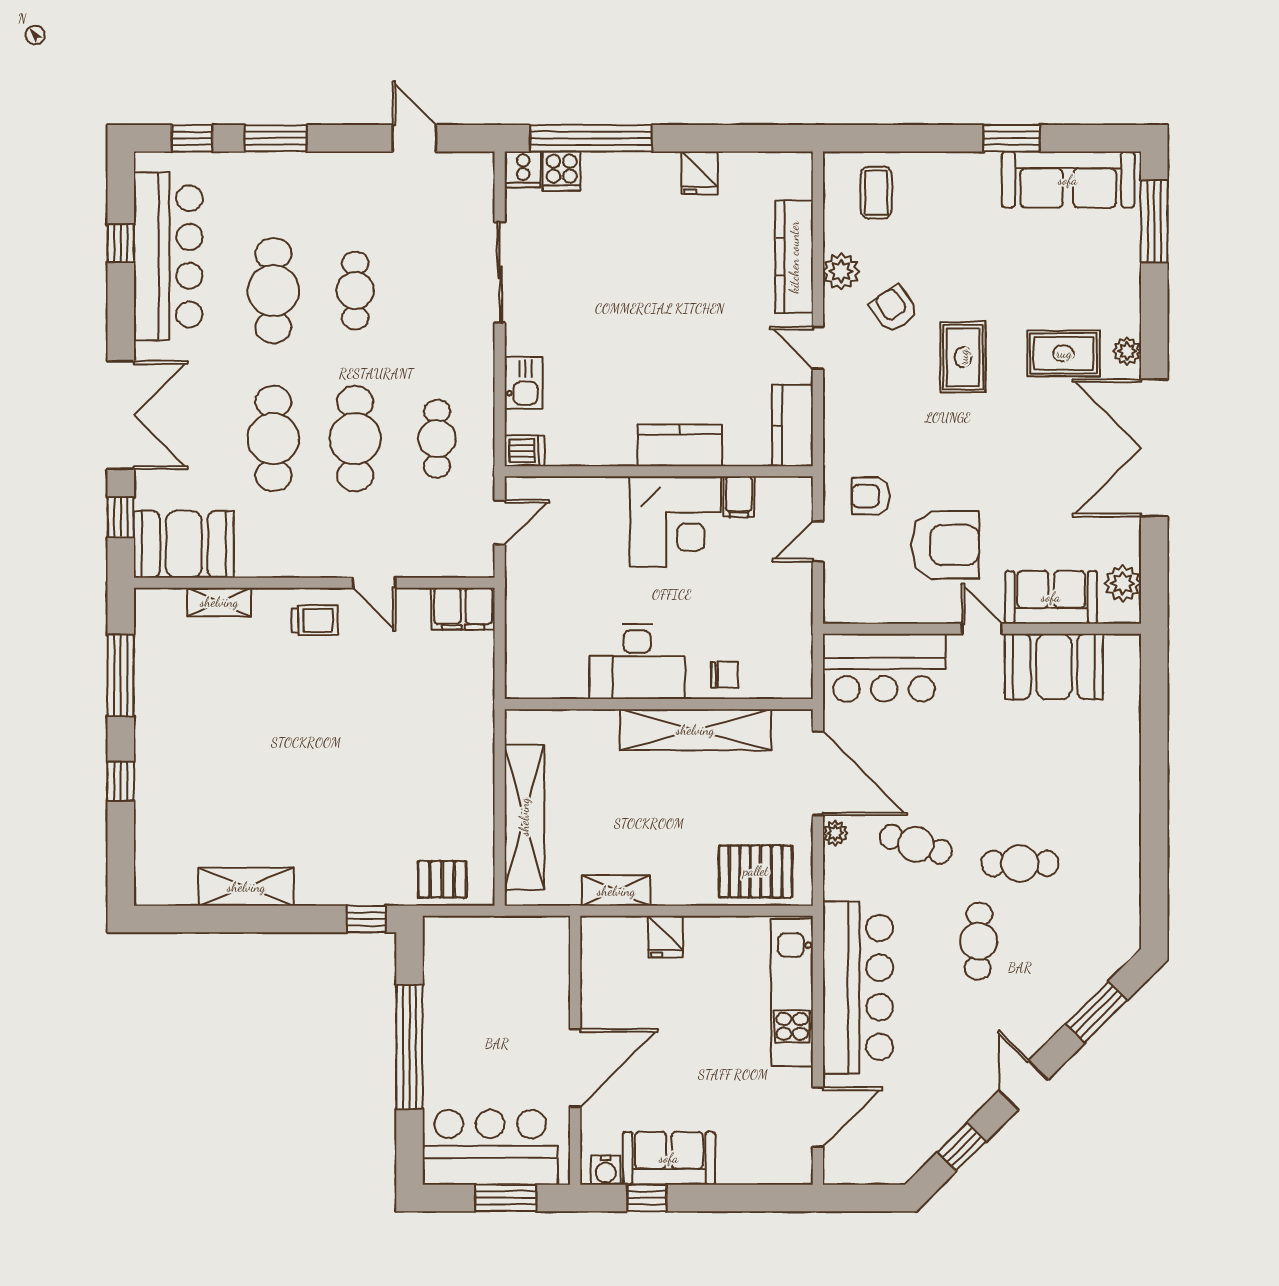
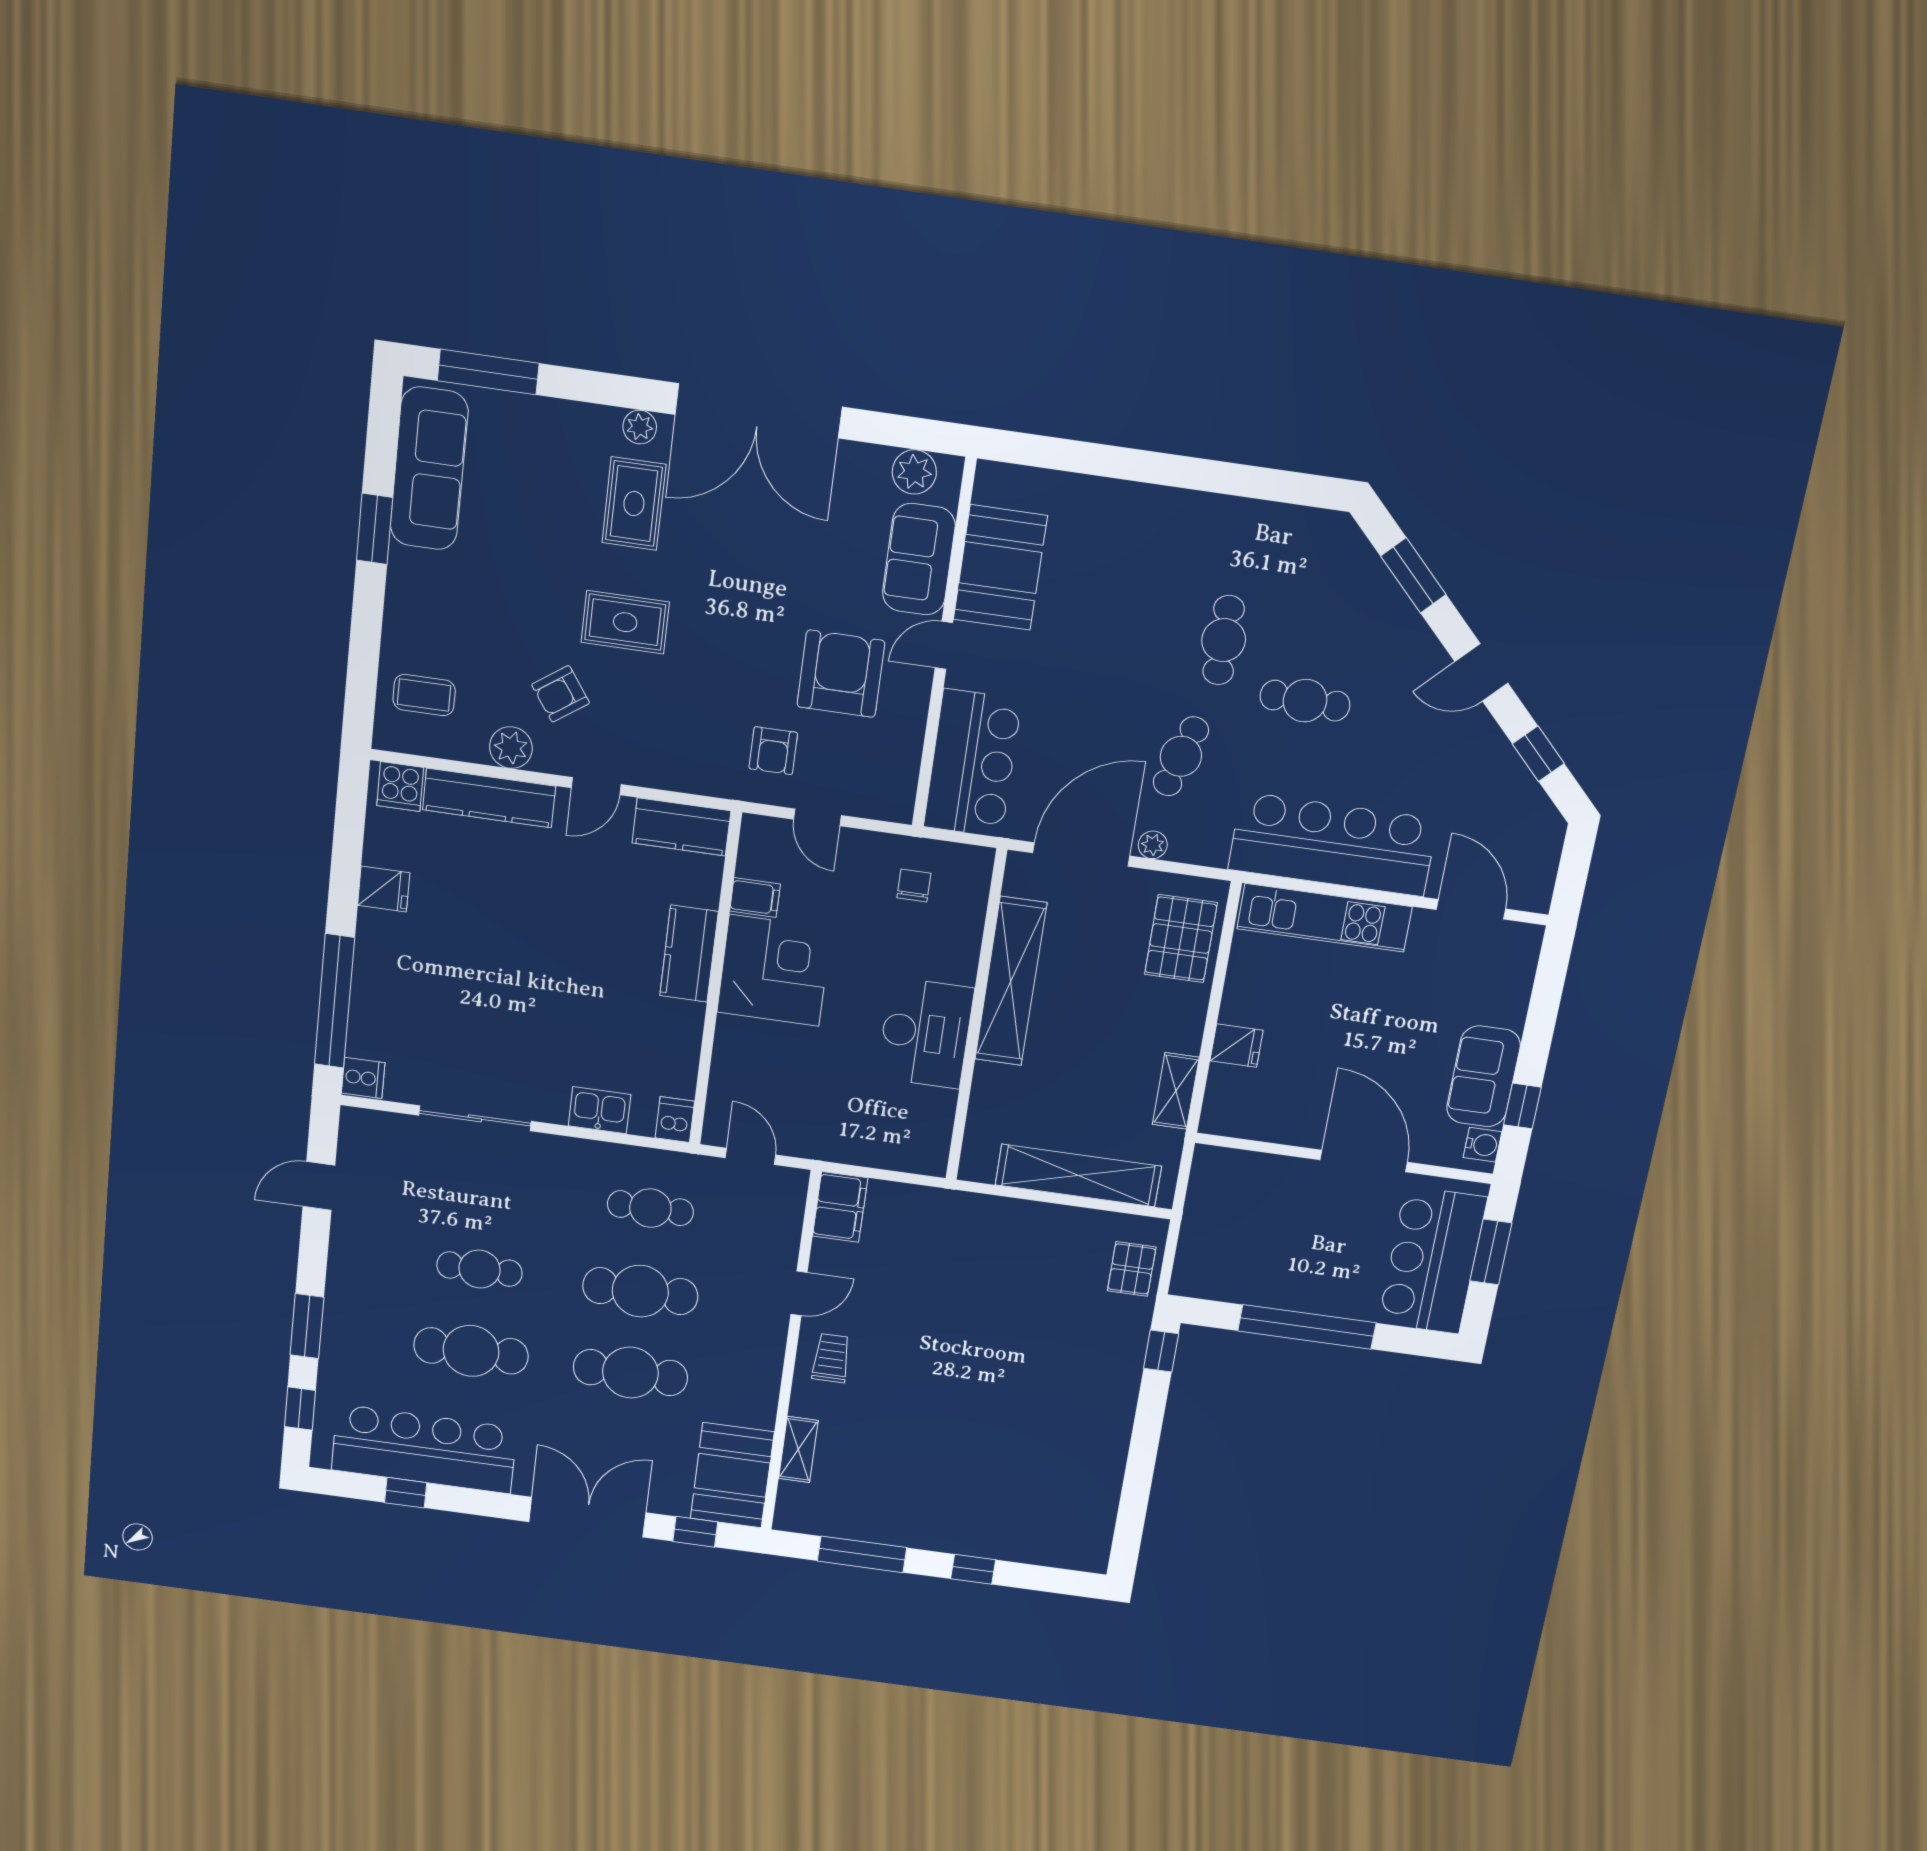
cooker: (562, 171) -> (400, 787), moved, turned 90
chair: (724, 675) -> (914, 886), moved
shelving: (246, 887) -> (1106, 1464), removed

